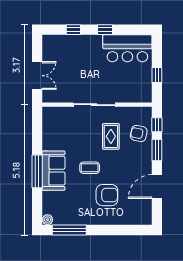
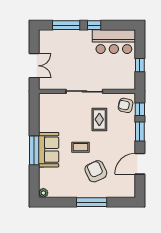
window: (73, 30) -> (66, 25), width x2.17
armchair: (139, 133) -> (126, 105), moved
armchair: (107, 195) -> (96, 171), turned -115
window: (69, 230) -> (92, 202), moved

